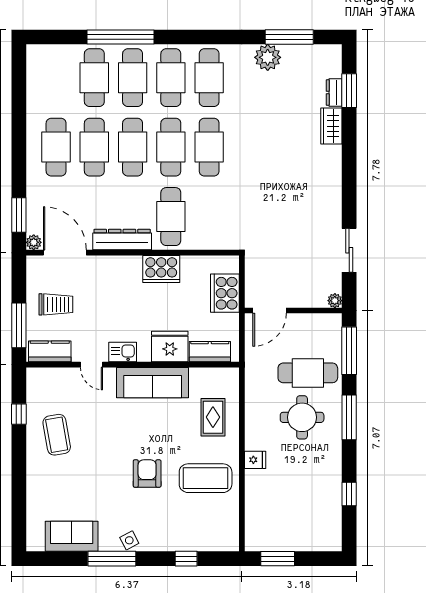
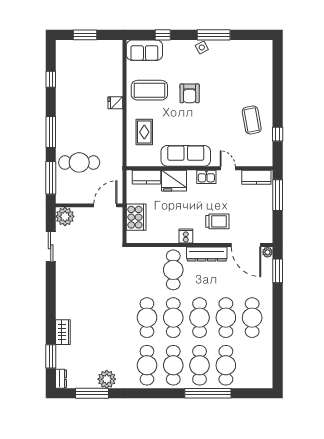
dresser: (334, 93) -> (61, 379), moved
cooker: (161, 269) -> (186, 236), width x0.53, depth x0.76
plant: (335, 301) -> (65, 216), width x1.88, depth x1.88
trolley: (56, 304) -> (217, 221), moved, turned 180
round table: (302, 417) -> (83, 132), removed
sofa: (72, 536) -> (144, 50), moved
window: (278, 559) -> (85, 35), moved

